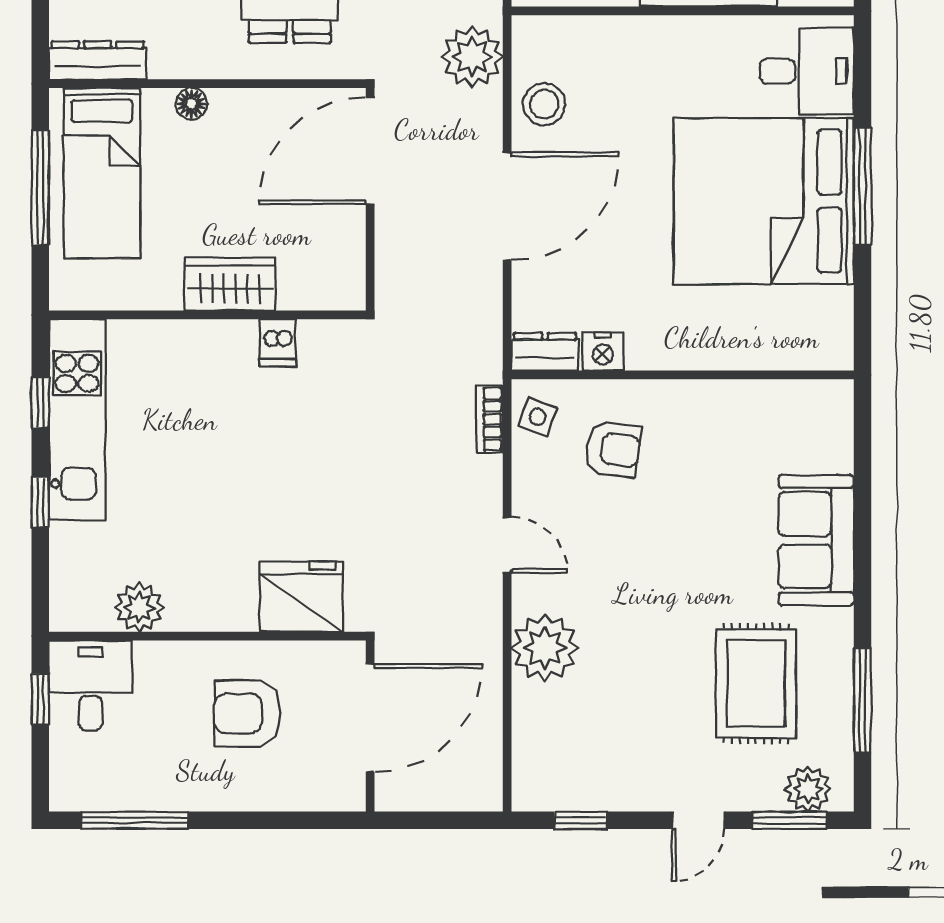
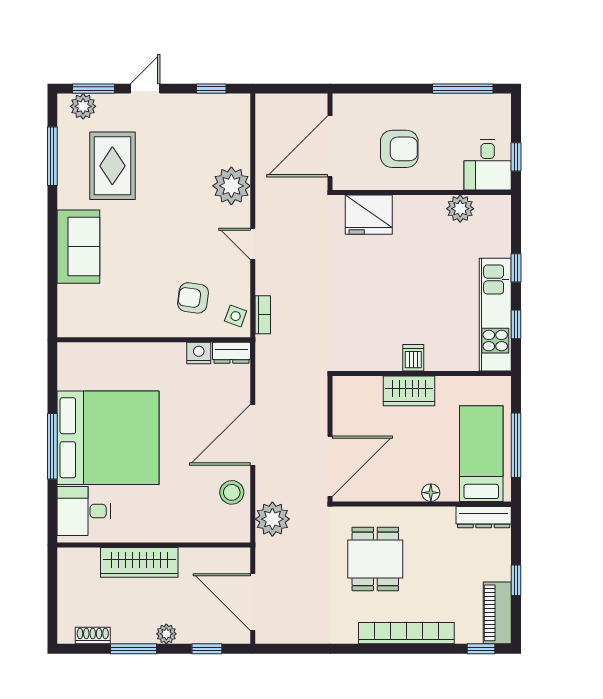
dishwasher: (278, 343) -> (413, 358), moved

